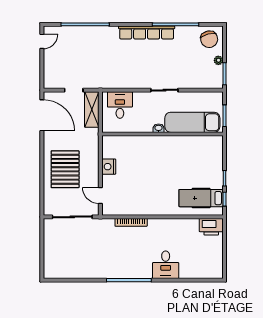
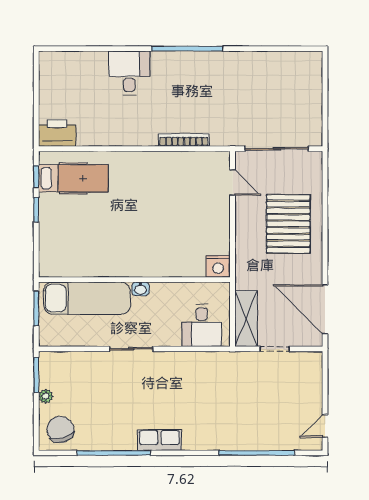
row of seats: (147, 33) -> (159, 440), width x0.50
nightstand: (109, 167) -> (218, 266), moved, turned 90

